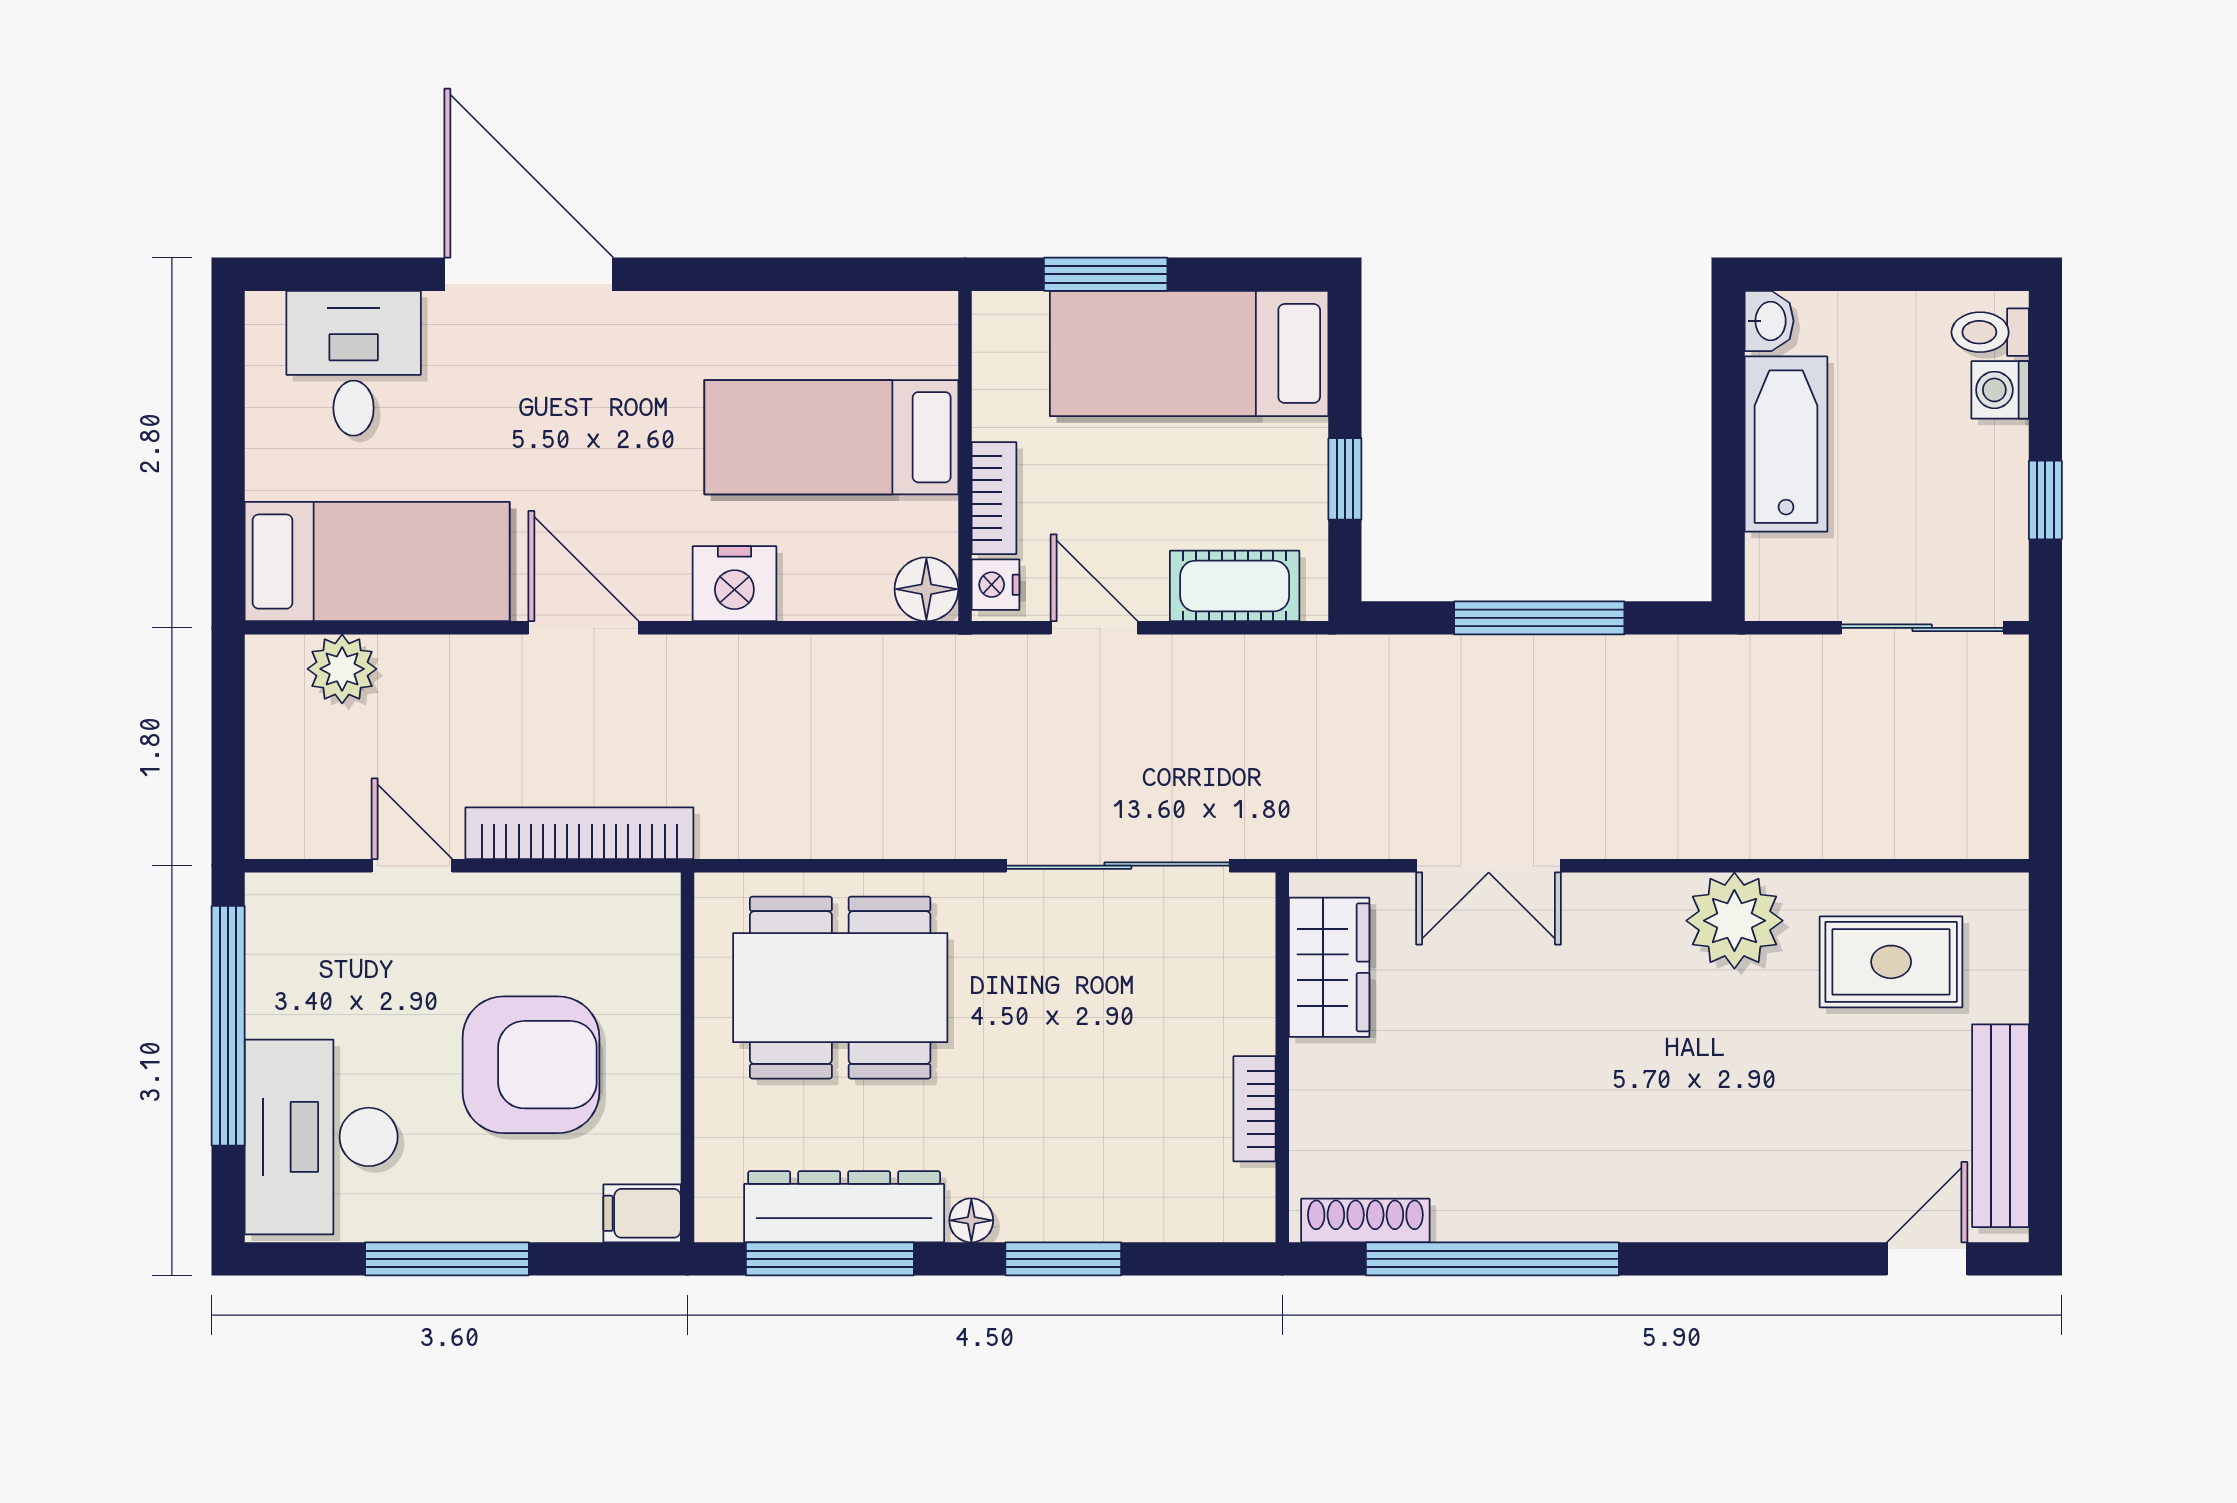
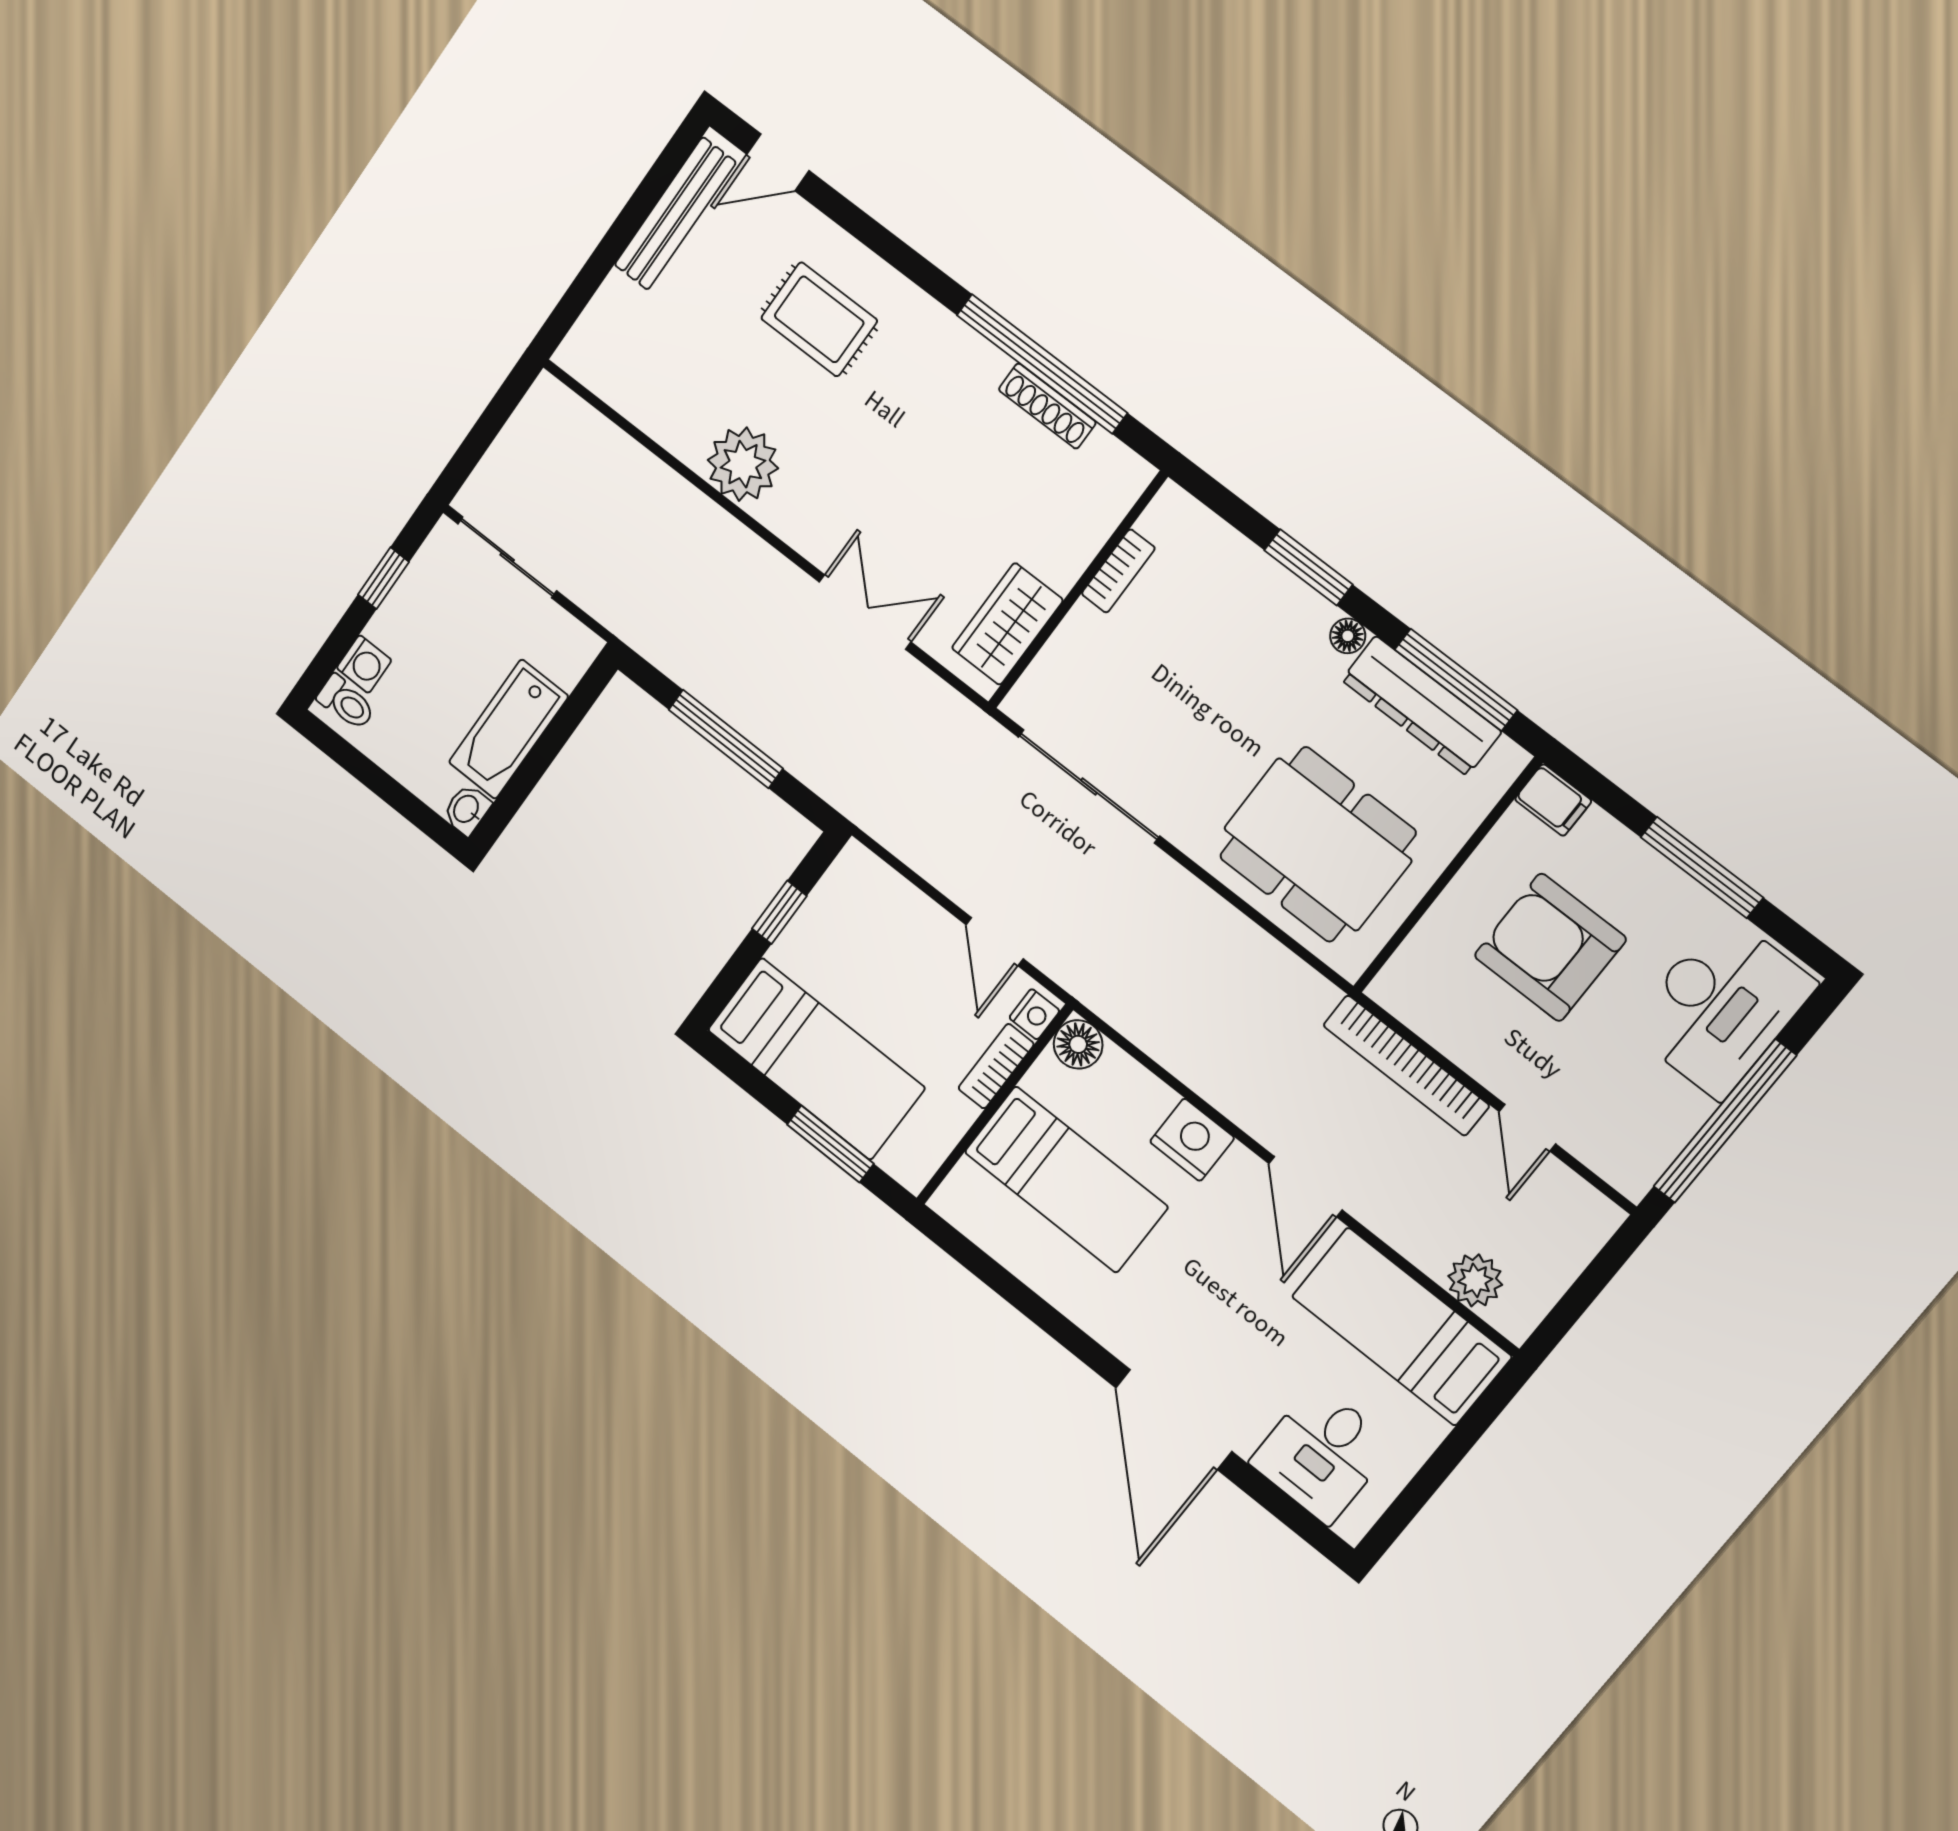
cot: (1235, 586) -> (892, 900), removed
rug: (1891, 962) -> (819, 319), moved
shoe rack: (1365, 1221) -> (1047, 406), moved

